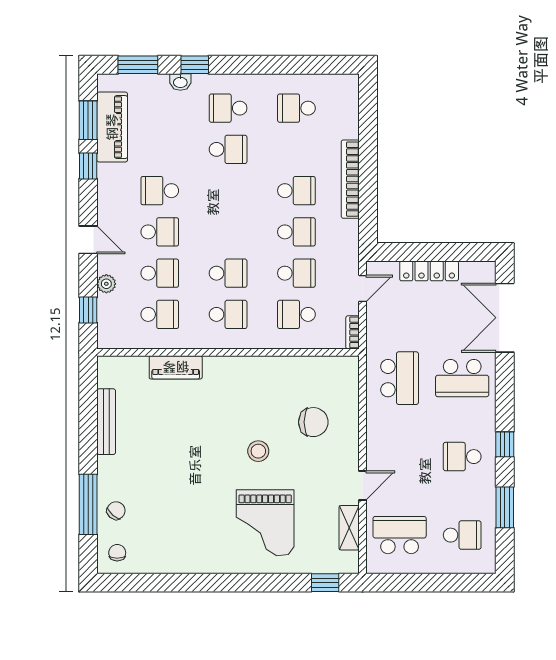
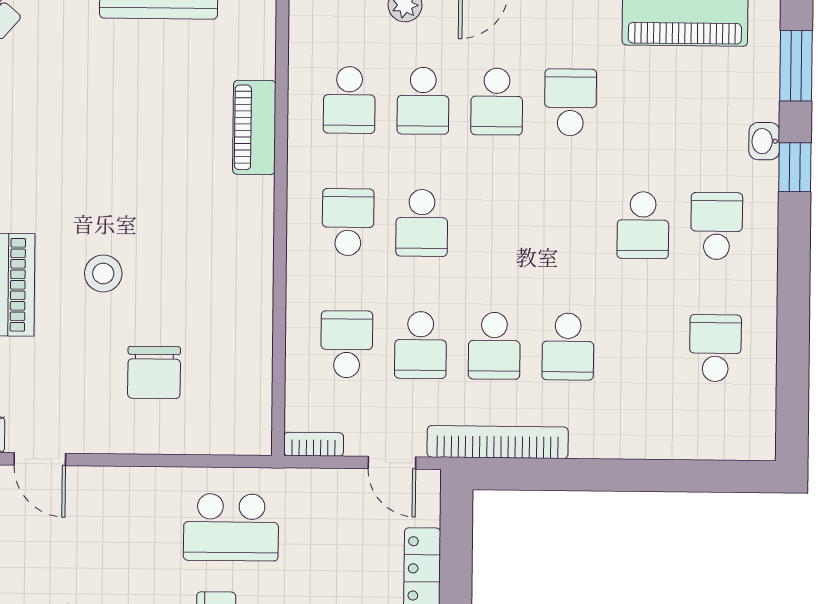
bookcase: (350, 179) -> (498, 442), moved
school desk: (228, 314) -> (348, 222), turned 180

